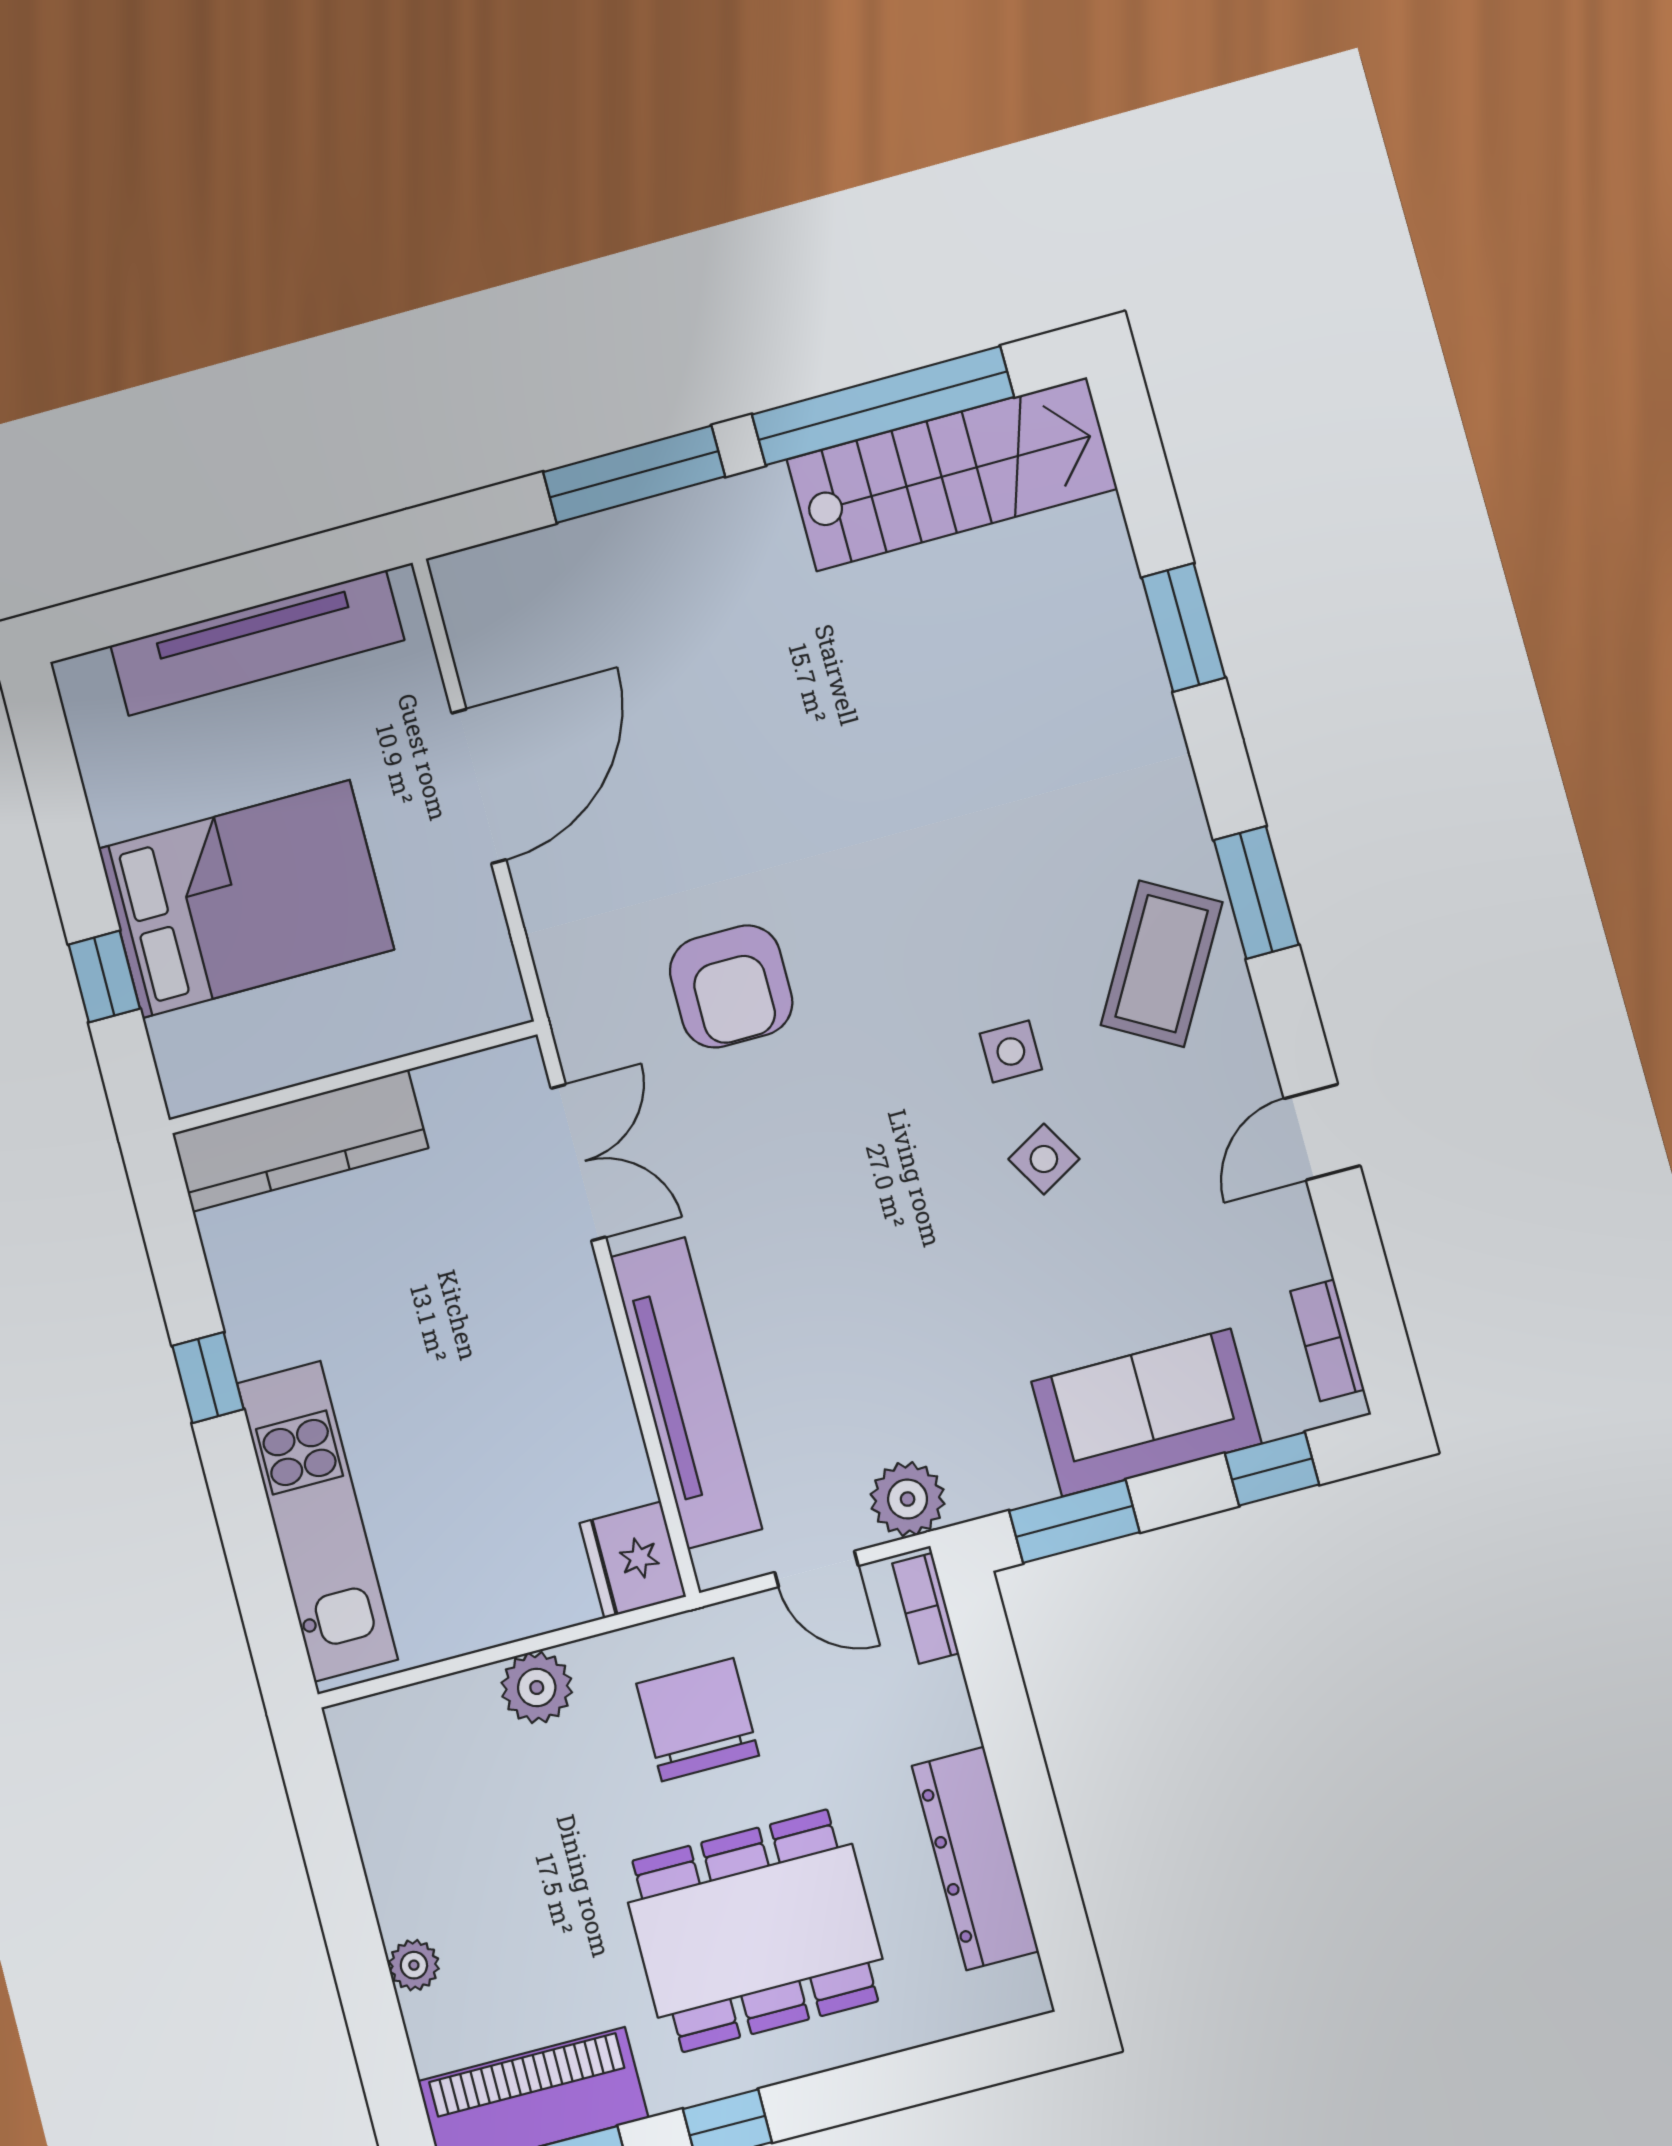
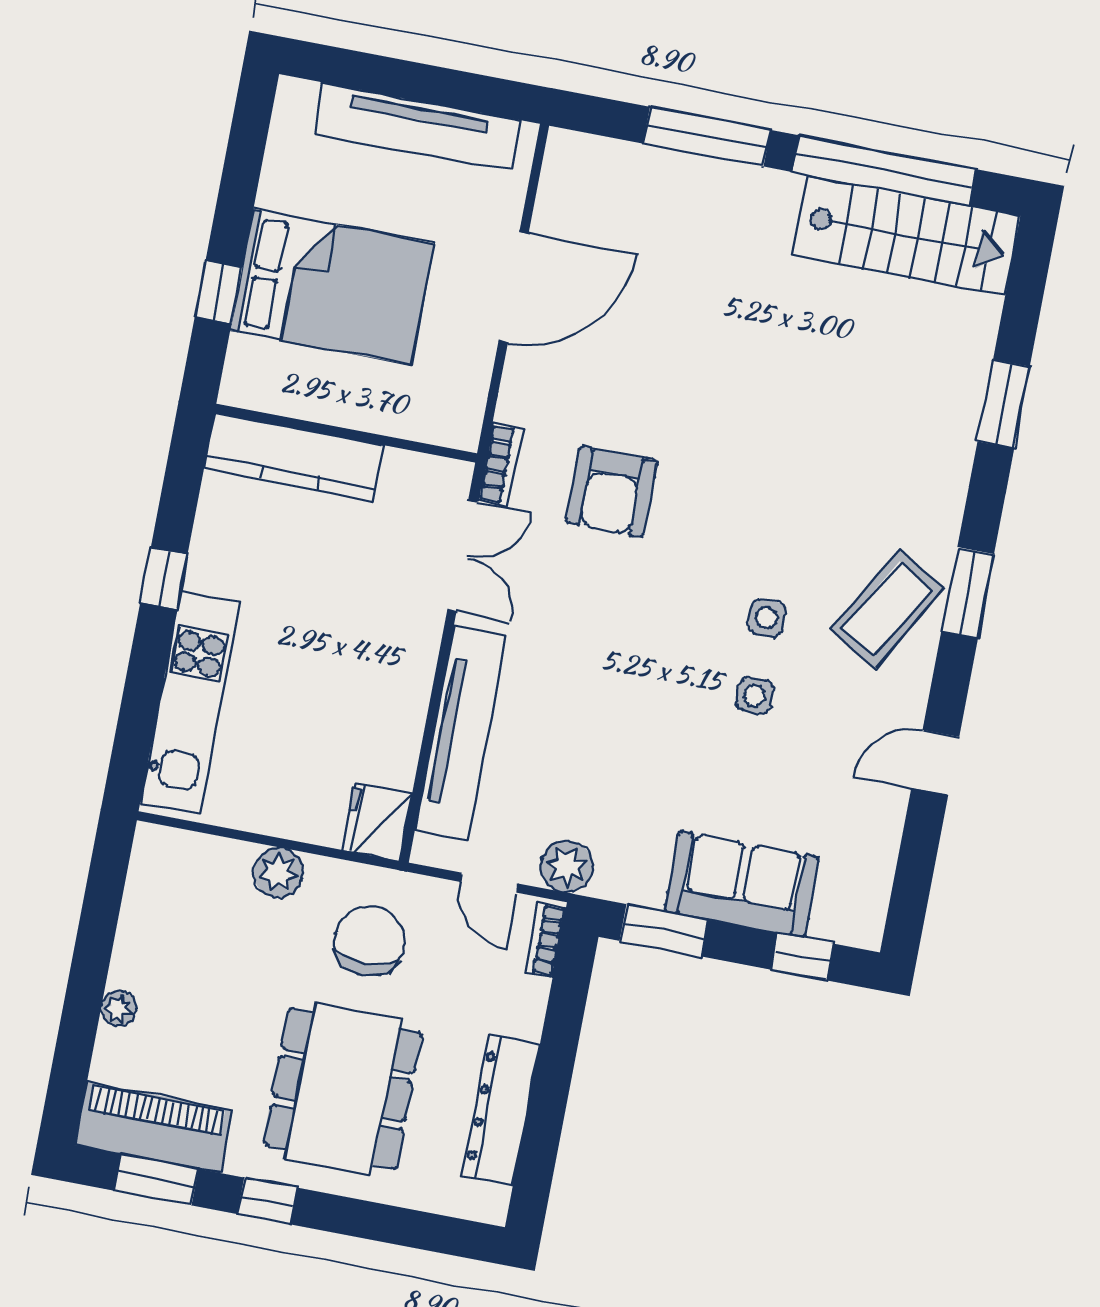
side table: (1044, 1159) -> (755, 695), turned 30
bookcase: (1327, 1340) -> (500, 465), moved, turned 180
dining table: (755, 1931) -> (343, 1089), turned 90

